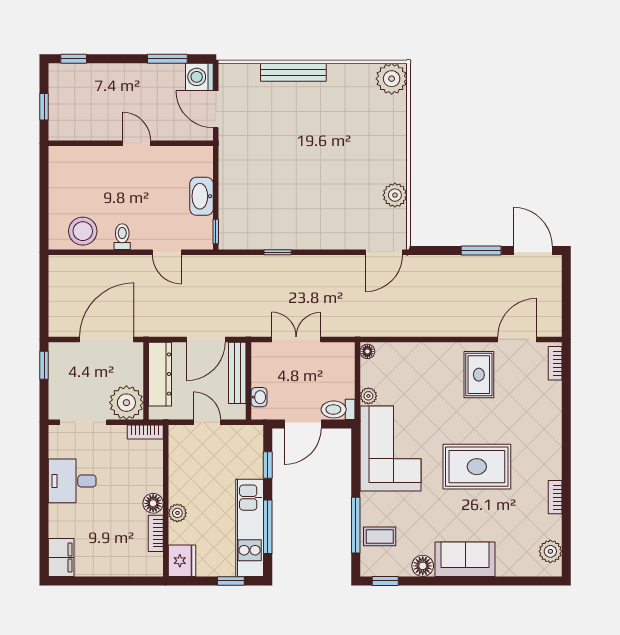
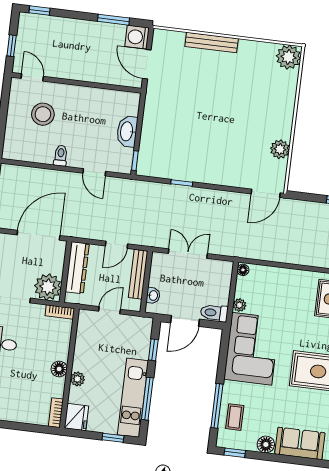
door: (137, 143) -> (32, 77), moved
stool: (83, 231) -> (43, 114), moved
door: (206, 339) -> (117, 245), width x0.73
door: (207, 422) -> (110, 310), hinge flipped
bookcase: (156, 533) -> (56, 413), moved
coffee table: (380, 536) -> (235, 417), turned 90

